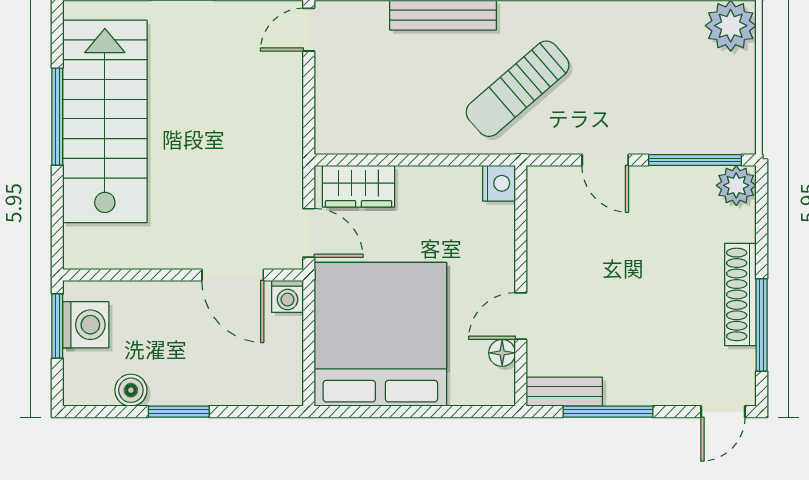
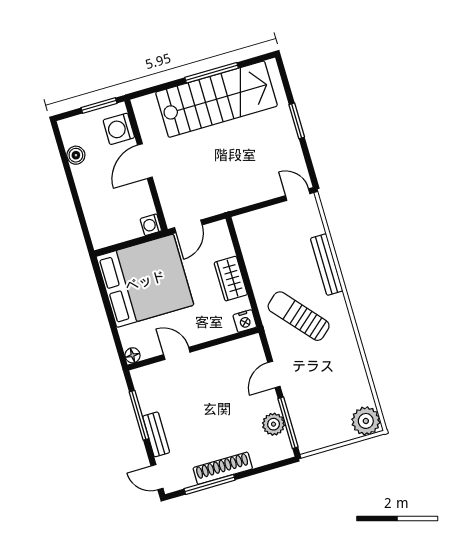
plant: (736, 185) -> (274, 424), moved
wardrobe: (359, 186) -> (231, 279), moved
door: (233, 275) -> (145, 161), moved
washing machine: (86, 325) -> (119, 129), moved, turned 90
floor lamp: (502, 353) -> (133, 355), moved
bench: (564, 392) -> (156, 434), moved
window: (179, 412) -> (72, 184), removed

